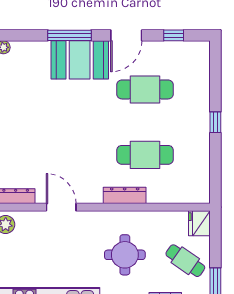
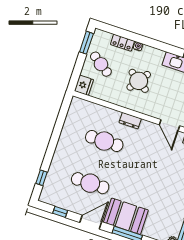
window: (215, 122) -> (42, 178), moved
dresser: (125, 195) -> (130, 121), width x0.70
round table: (125, 255) -> (139, 81), turned 35

